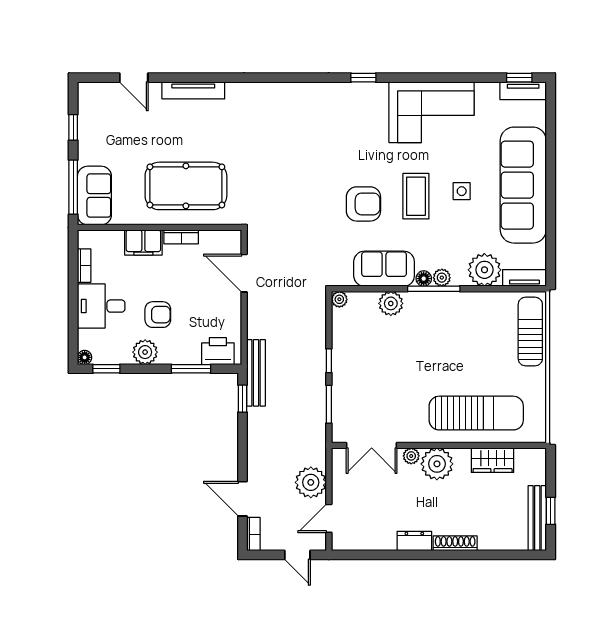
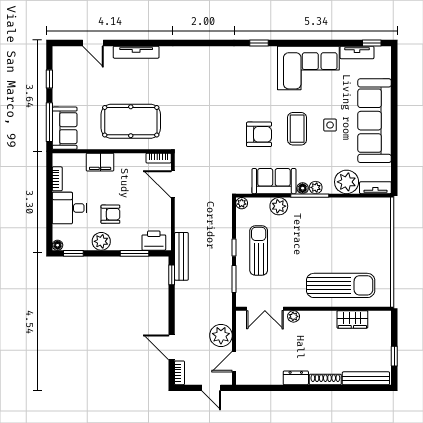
tv unit: (523, 91) -> (357, 52), moved
bookcase: (181, 237) -> (159, 158), moved
sun lounger: (530, 332) -> (259, 251), moved
plant: (437, 464) -> (312, 322), removed
bench: (537, 518) -> (366, 378), moved, turned 90

